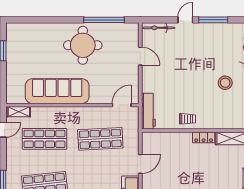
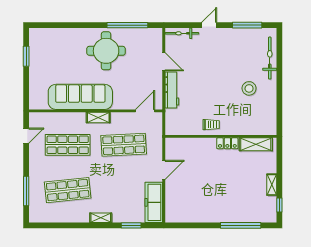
window: (213, 20) -> (247, 25), moved
workbench: (148, 111) -> (172, 90), moved
shelving: (19, 112) -> (98, 118), moved

